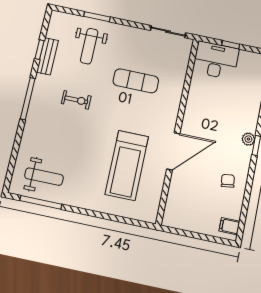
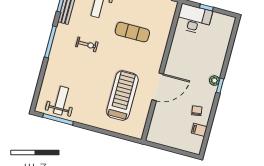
treadmill: (127, 165) -> (122, 96), turned 180
weight bench: (44, 177) -> (61, 101), turned -90
filing cabinet: (229, 226) -> (199, 130), moved

